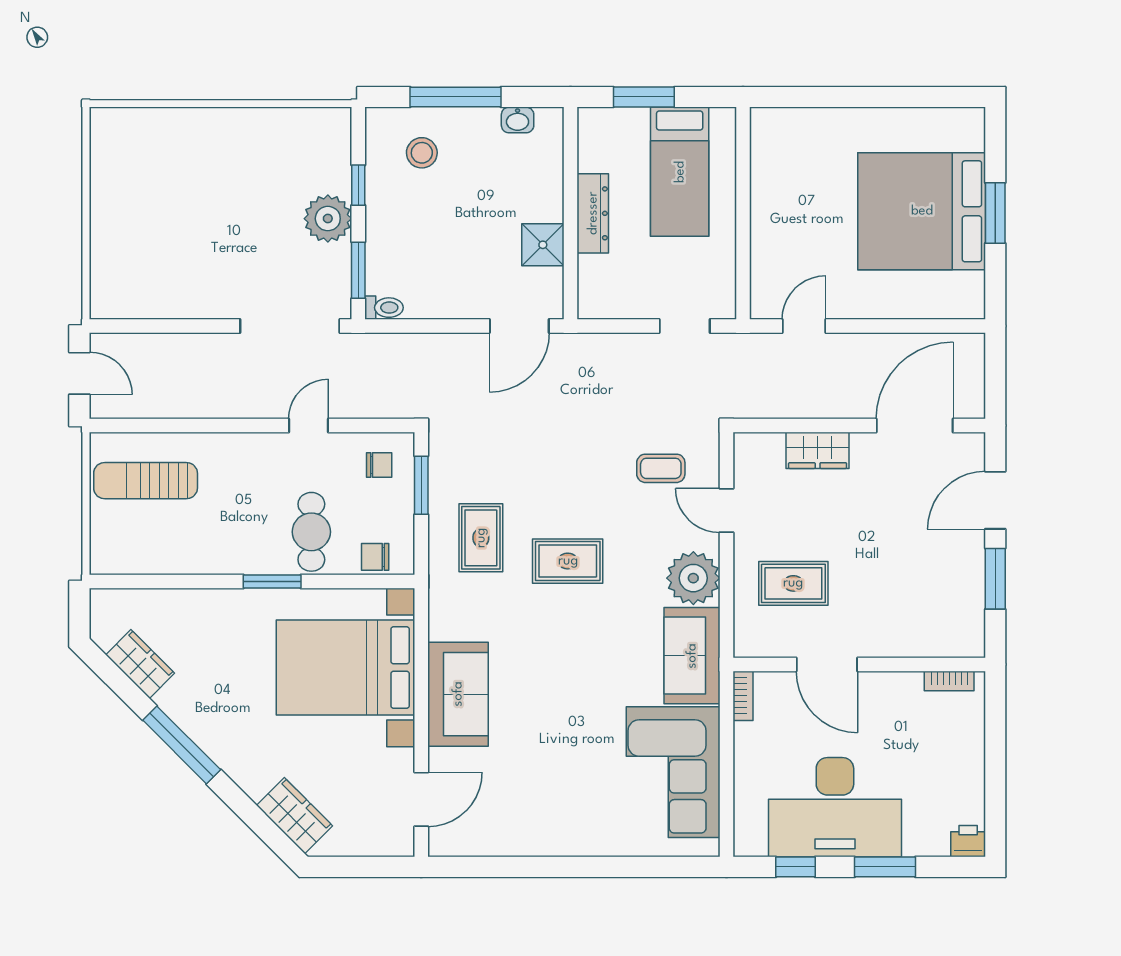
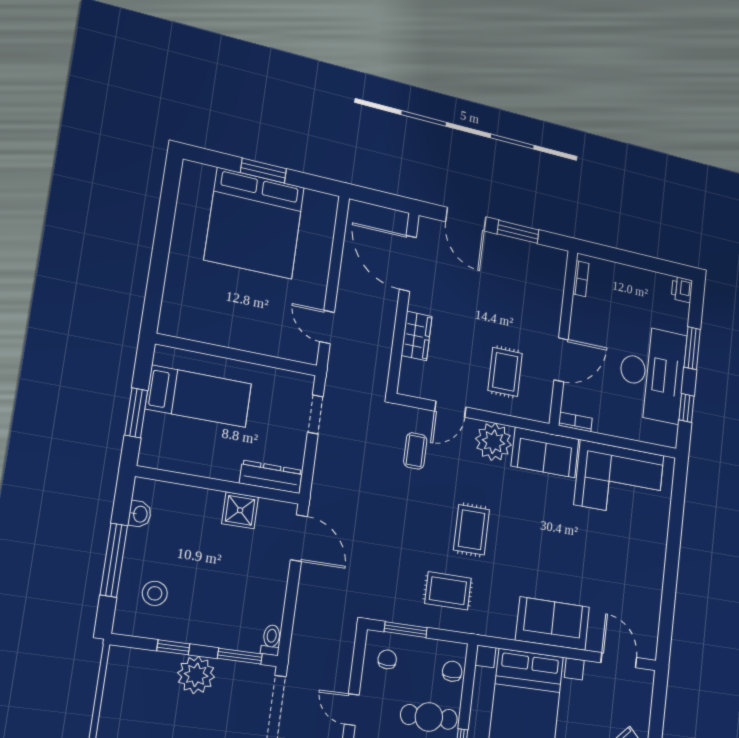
dresser: (593, 213) -> (271, 477), moved
chair: (375, 557) -> (452, 671), turned 180

